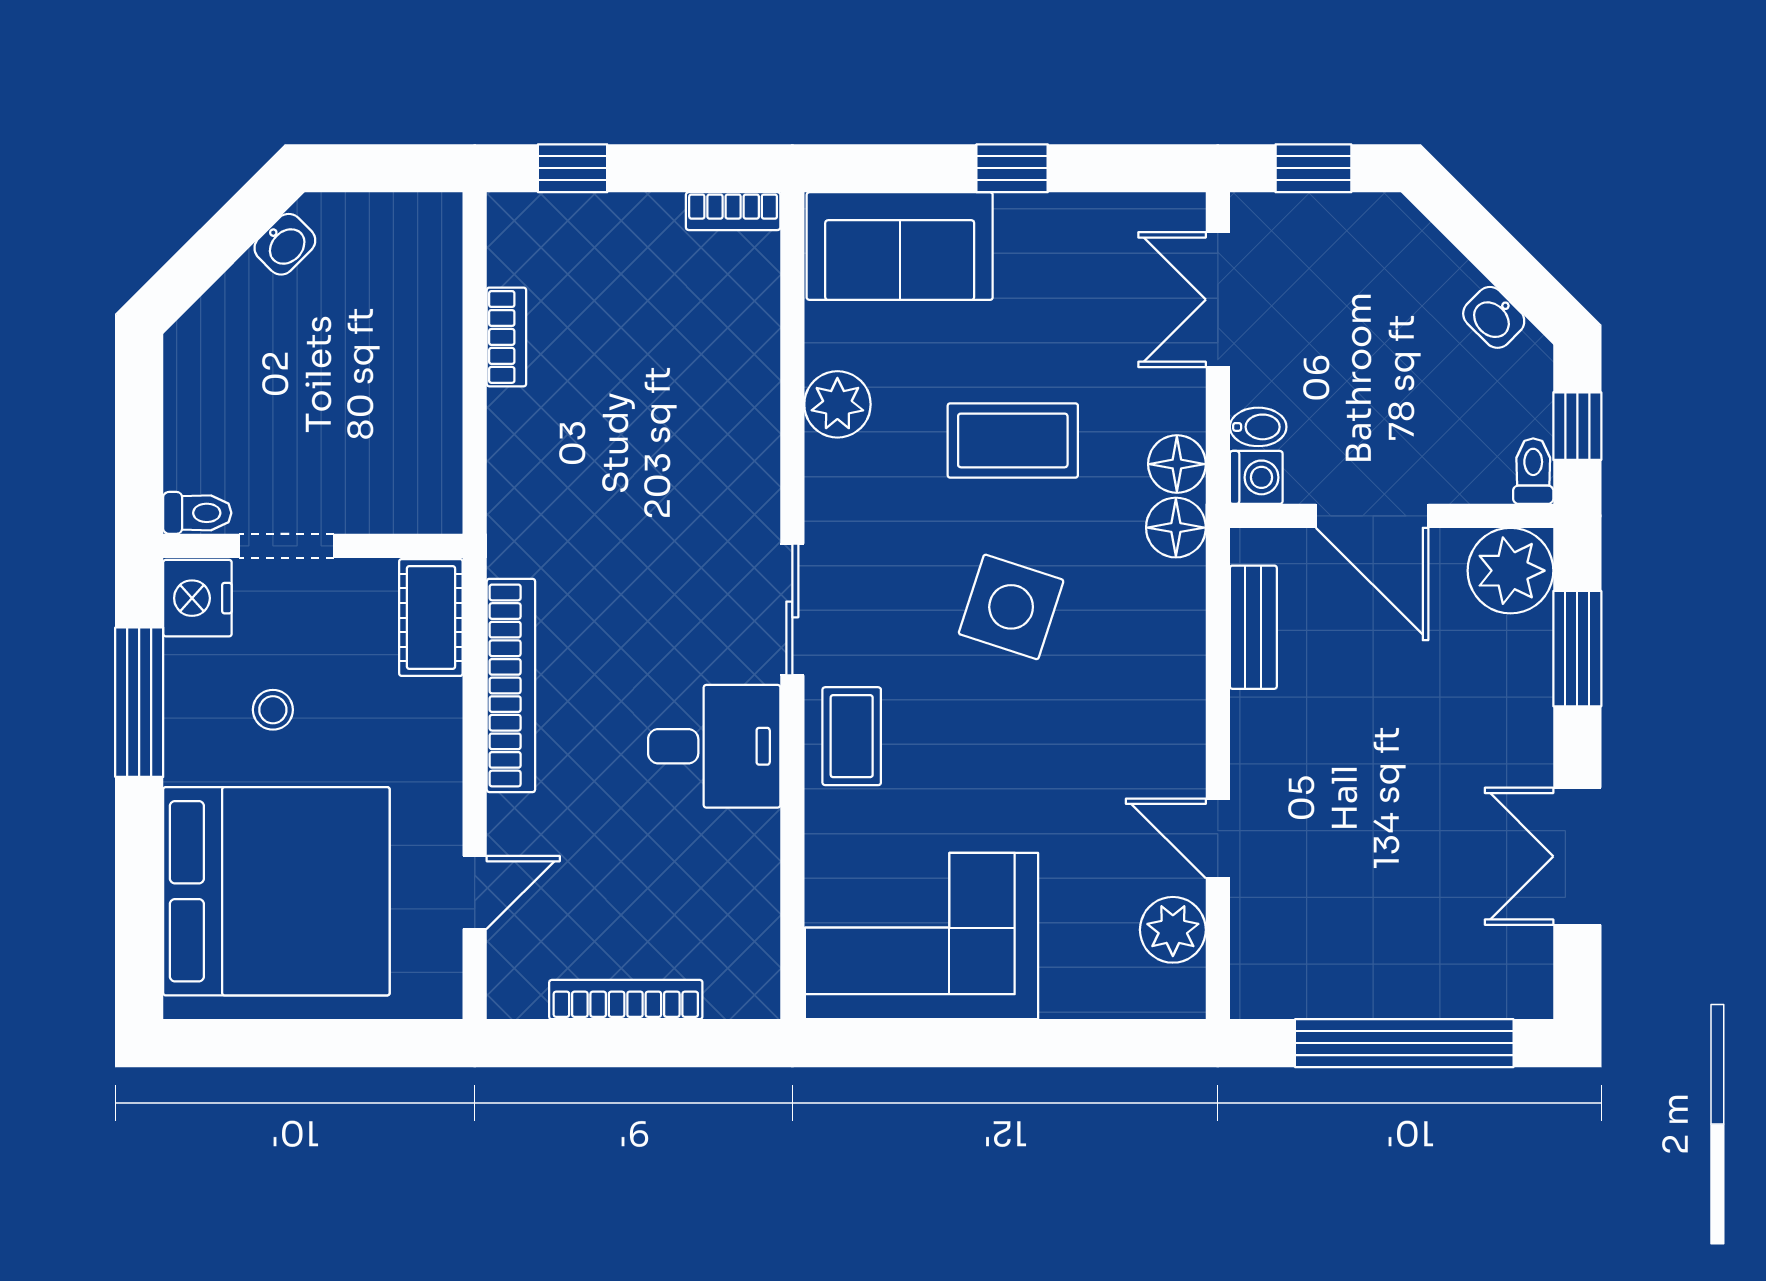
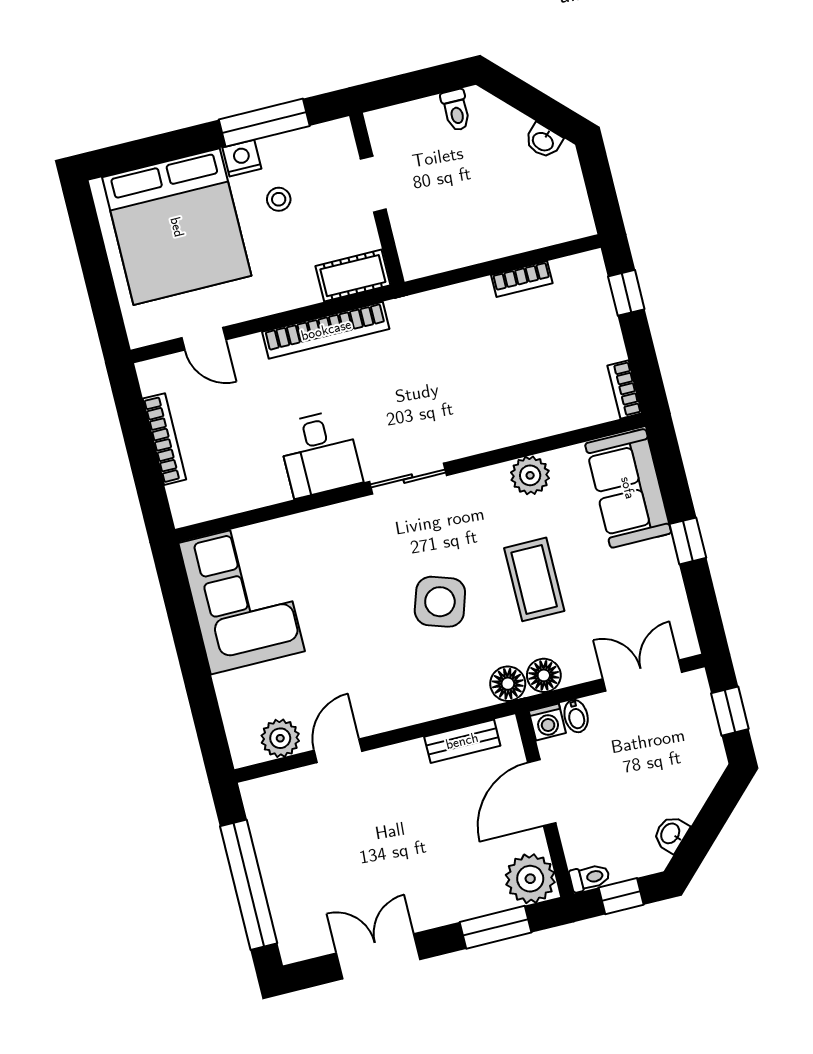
toilet: (197, 513) -> (456, 110), moved
nightstand: (197, 598) -> (242, 158), moved, width x0.74, depth x0.75
coffee table: (852, 736) -> (345, 530), removed

